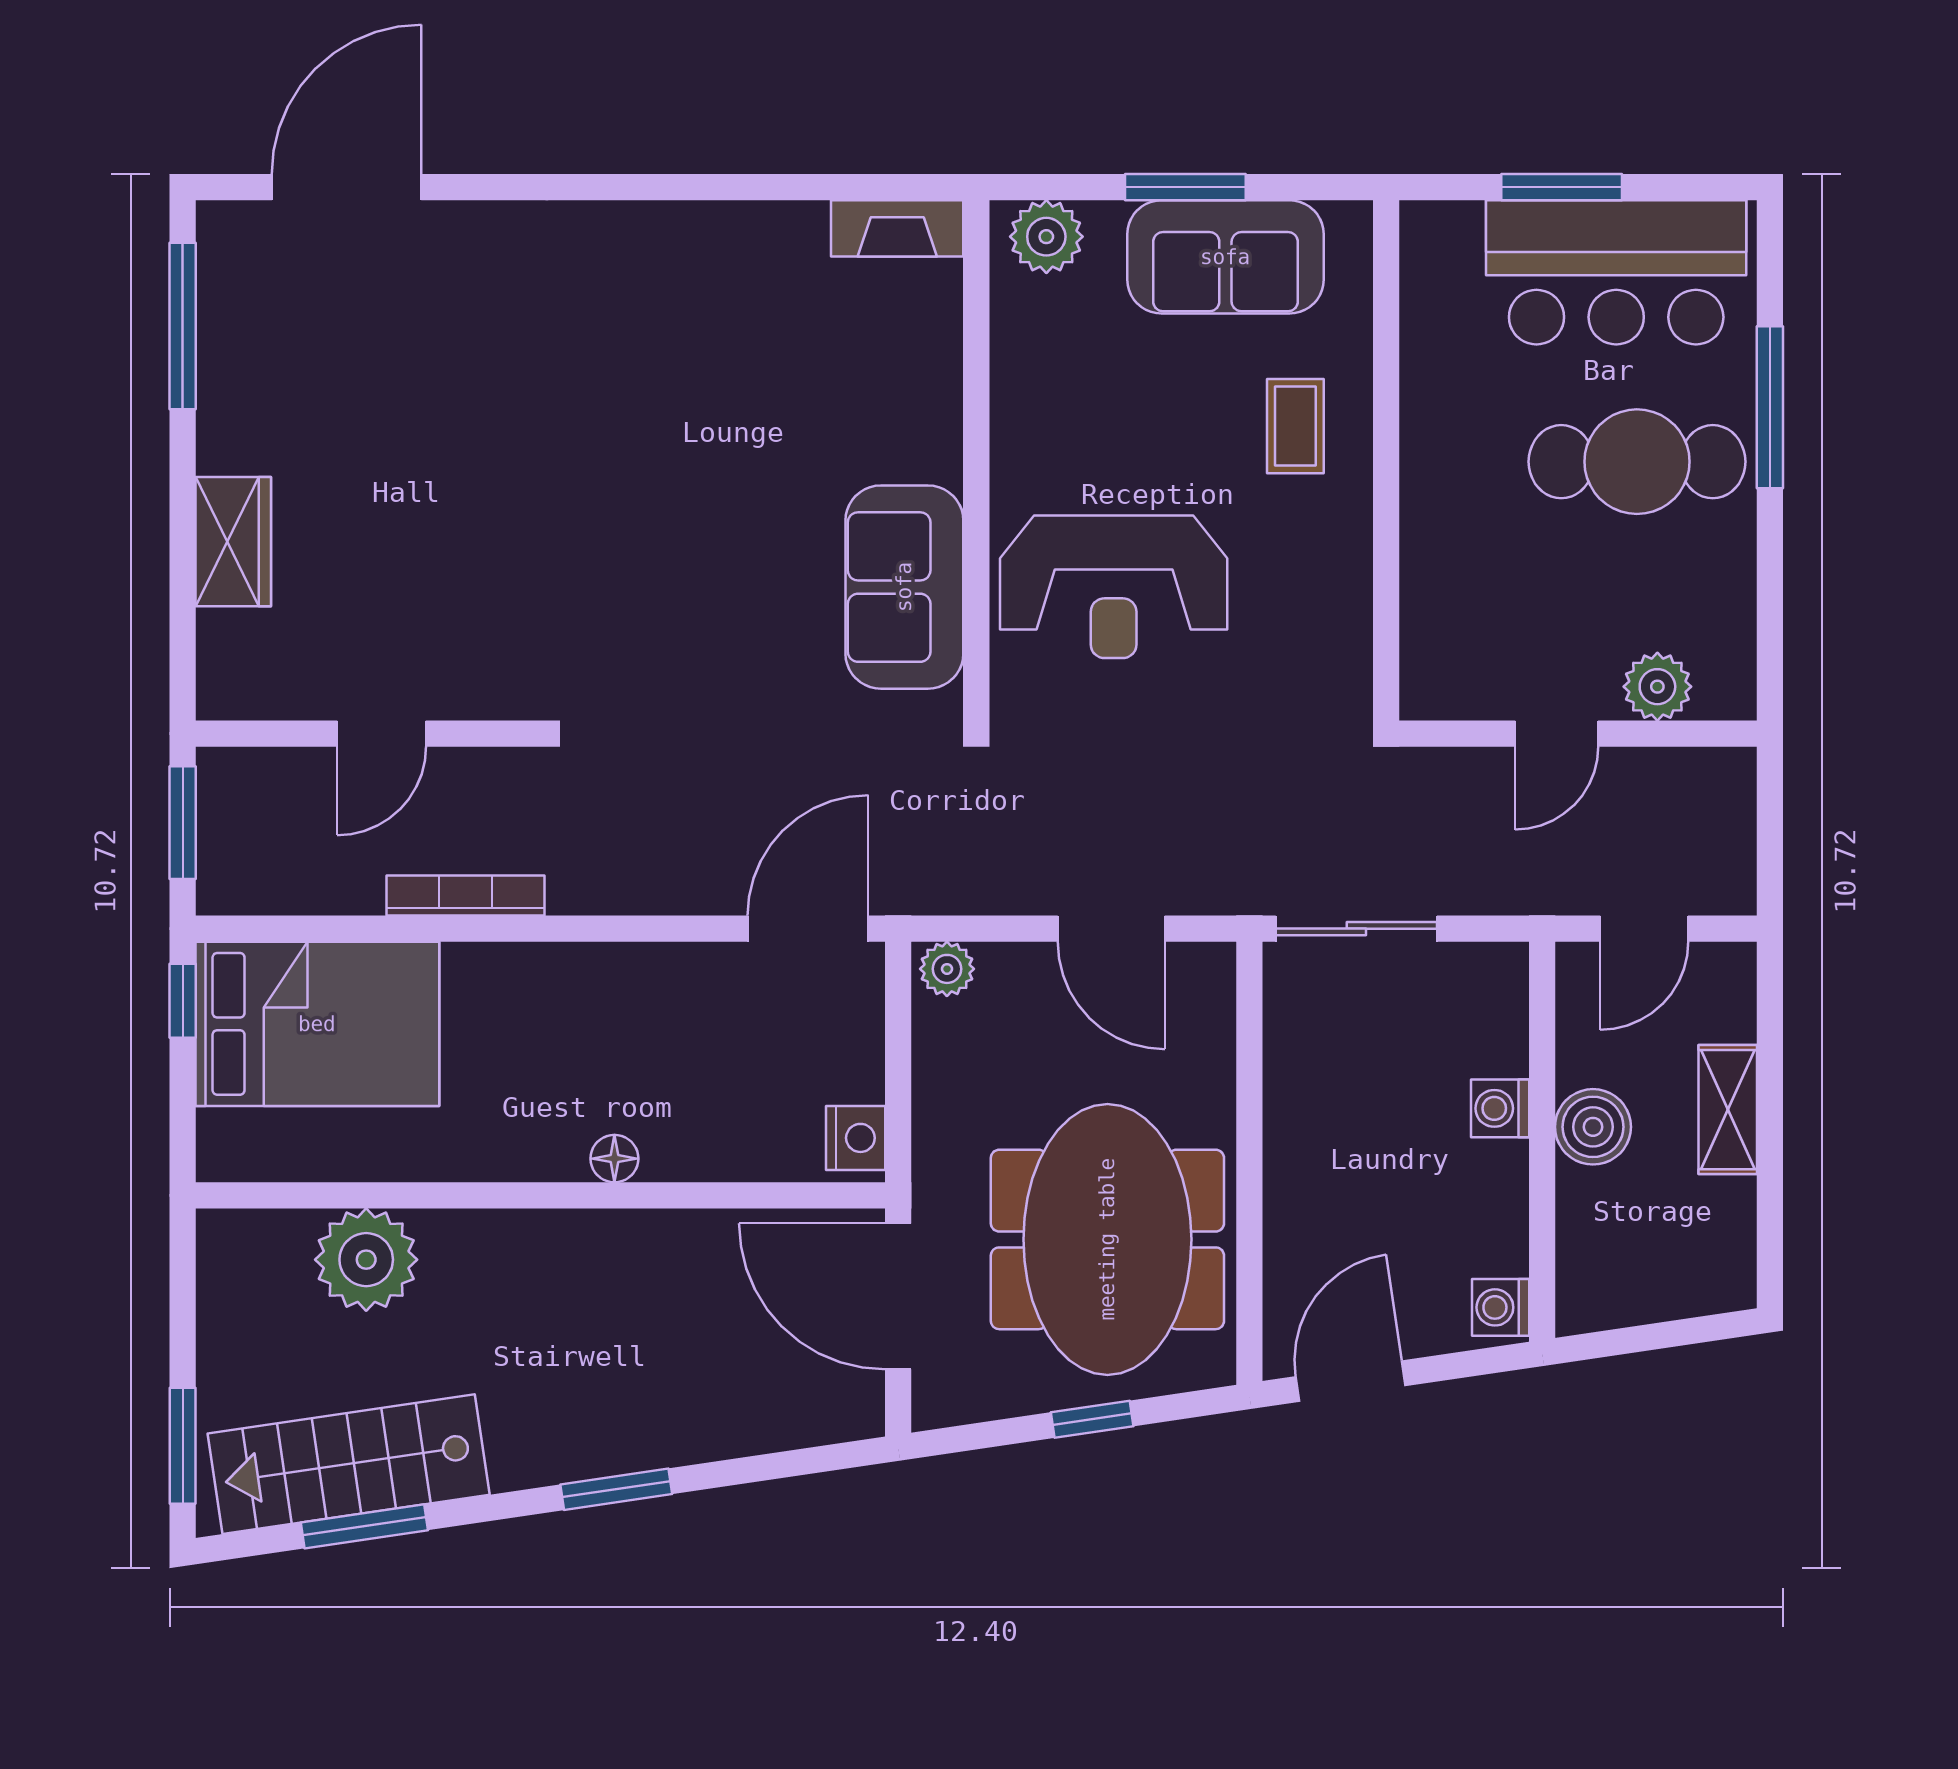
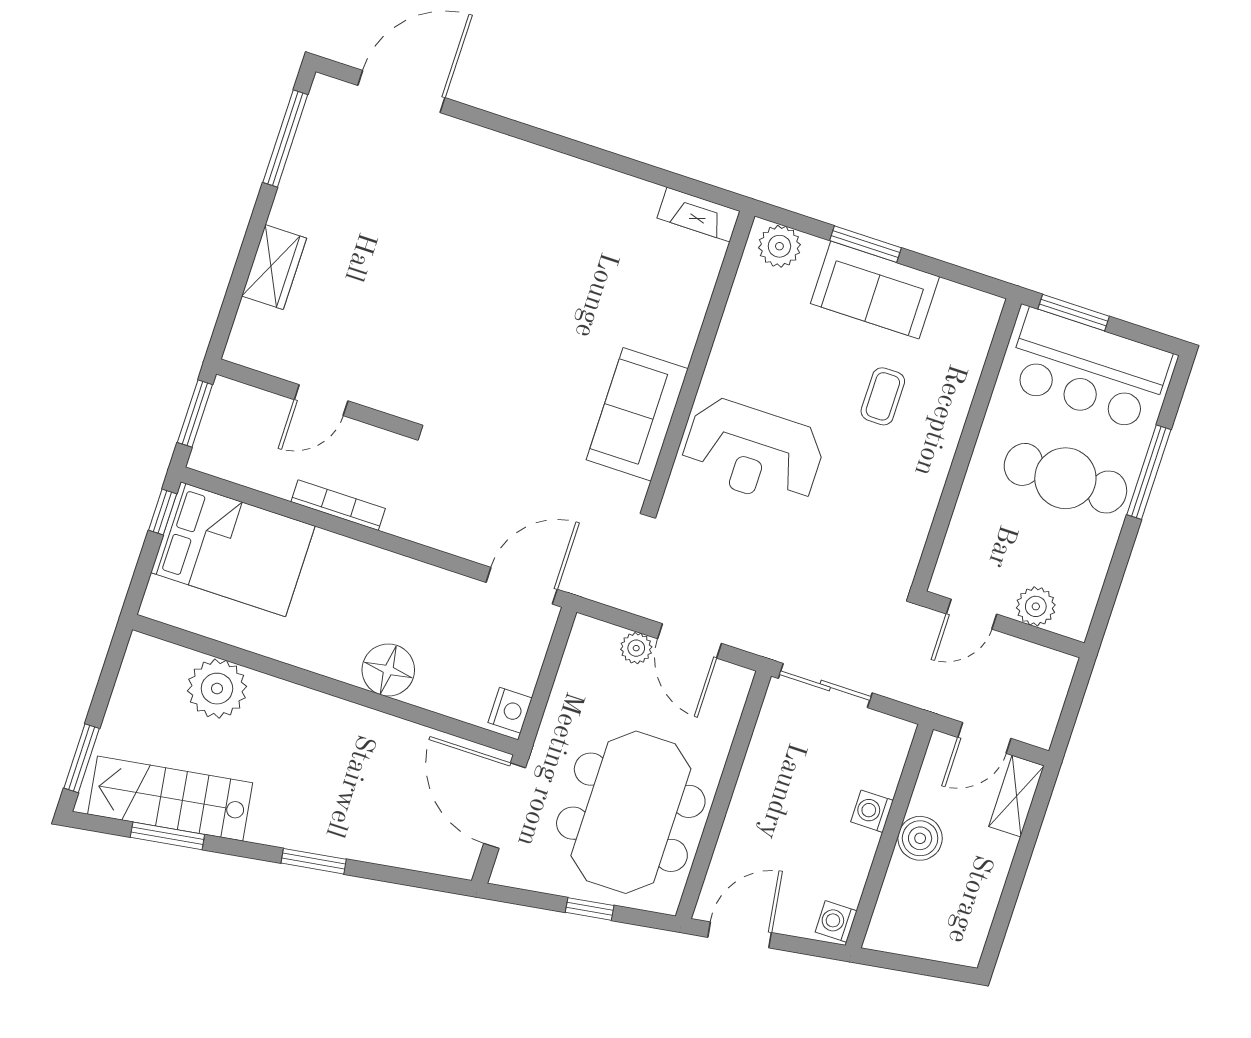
wall: (1386, 460) -> (966, 445), moved
plant: (947, 969) -> (636, 648), moved
shelving: (1728, 1110) -> (1017, 796), moved
floor lamp: (614, 1159) -> (388, 670), width x1.89, depth x1.89

